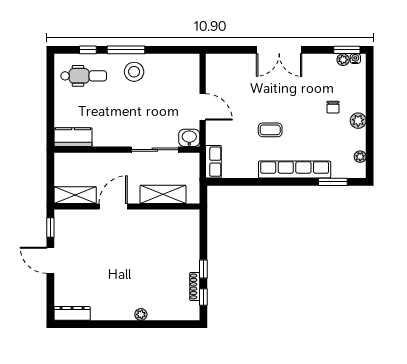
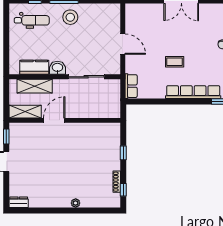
kitchen counter: (73, 137) -> (34, 67), moved
washbasin: (189, 138) -> (57, 68), moved
shelving: (163, 194) -> (35, 86), moved
window: (203, 269) -> (123, 153), moved
dresser: (72, 313) -> (19, 202), width x0.70

